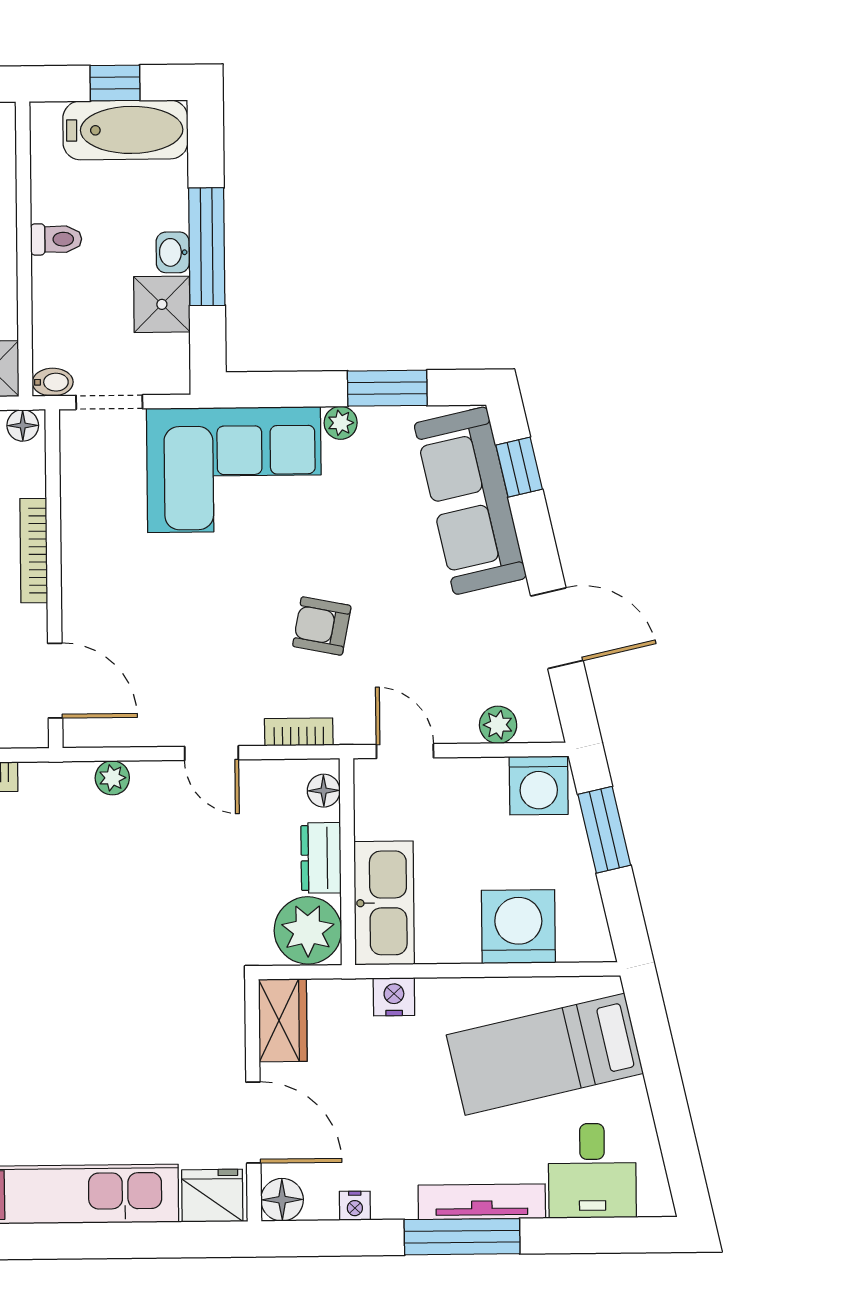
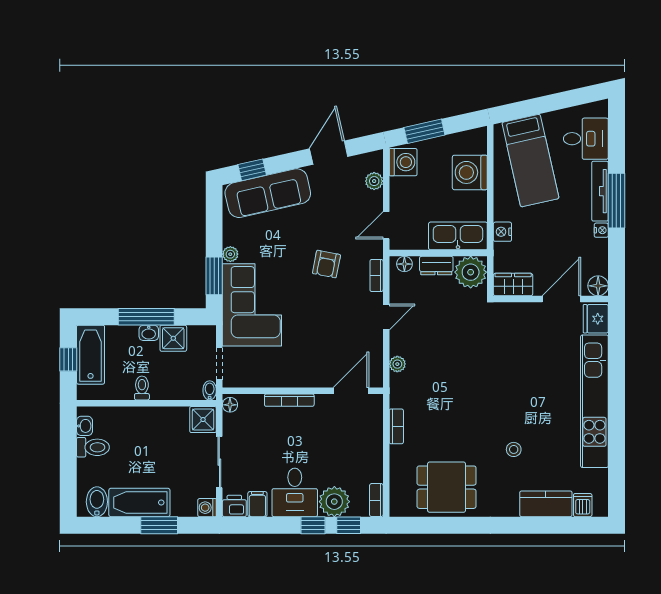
window: (387, 388) -> (214, 276), moved
nightstand: (355, 1206) -> (601, 230), moved

